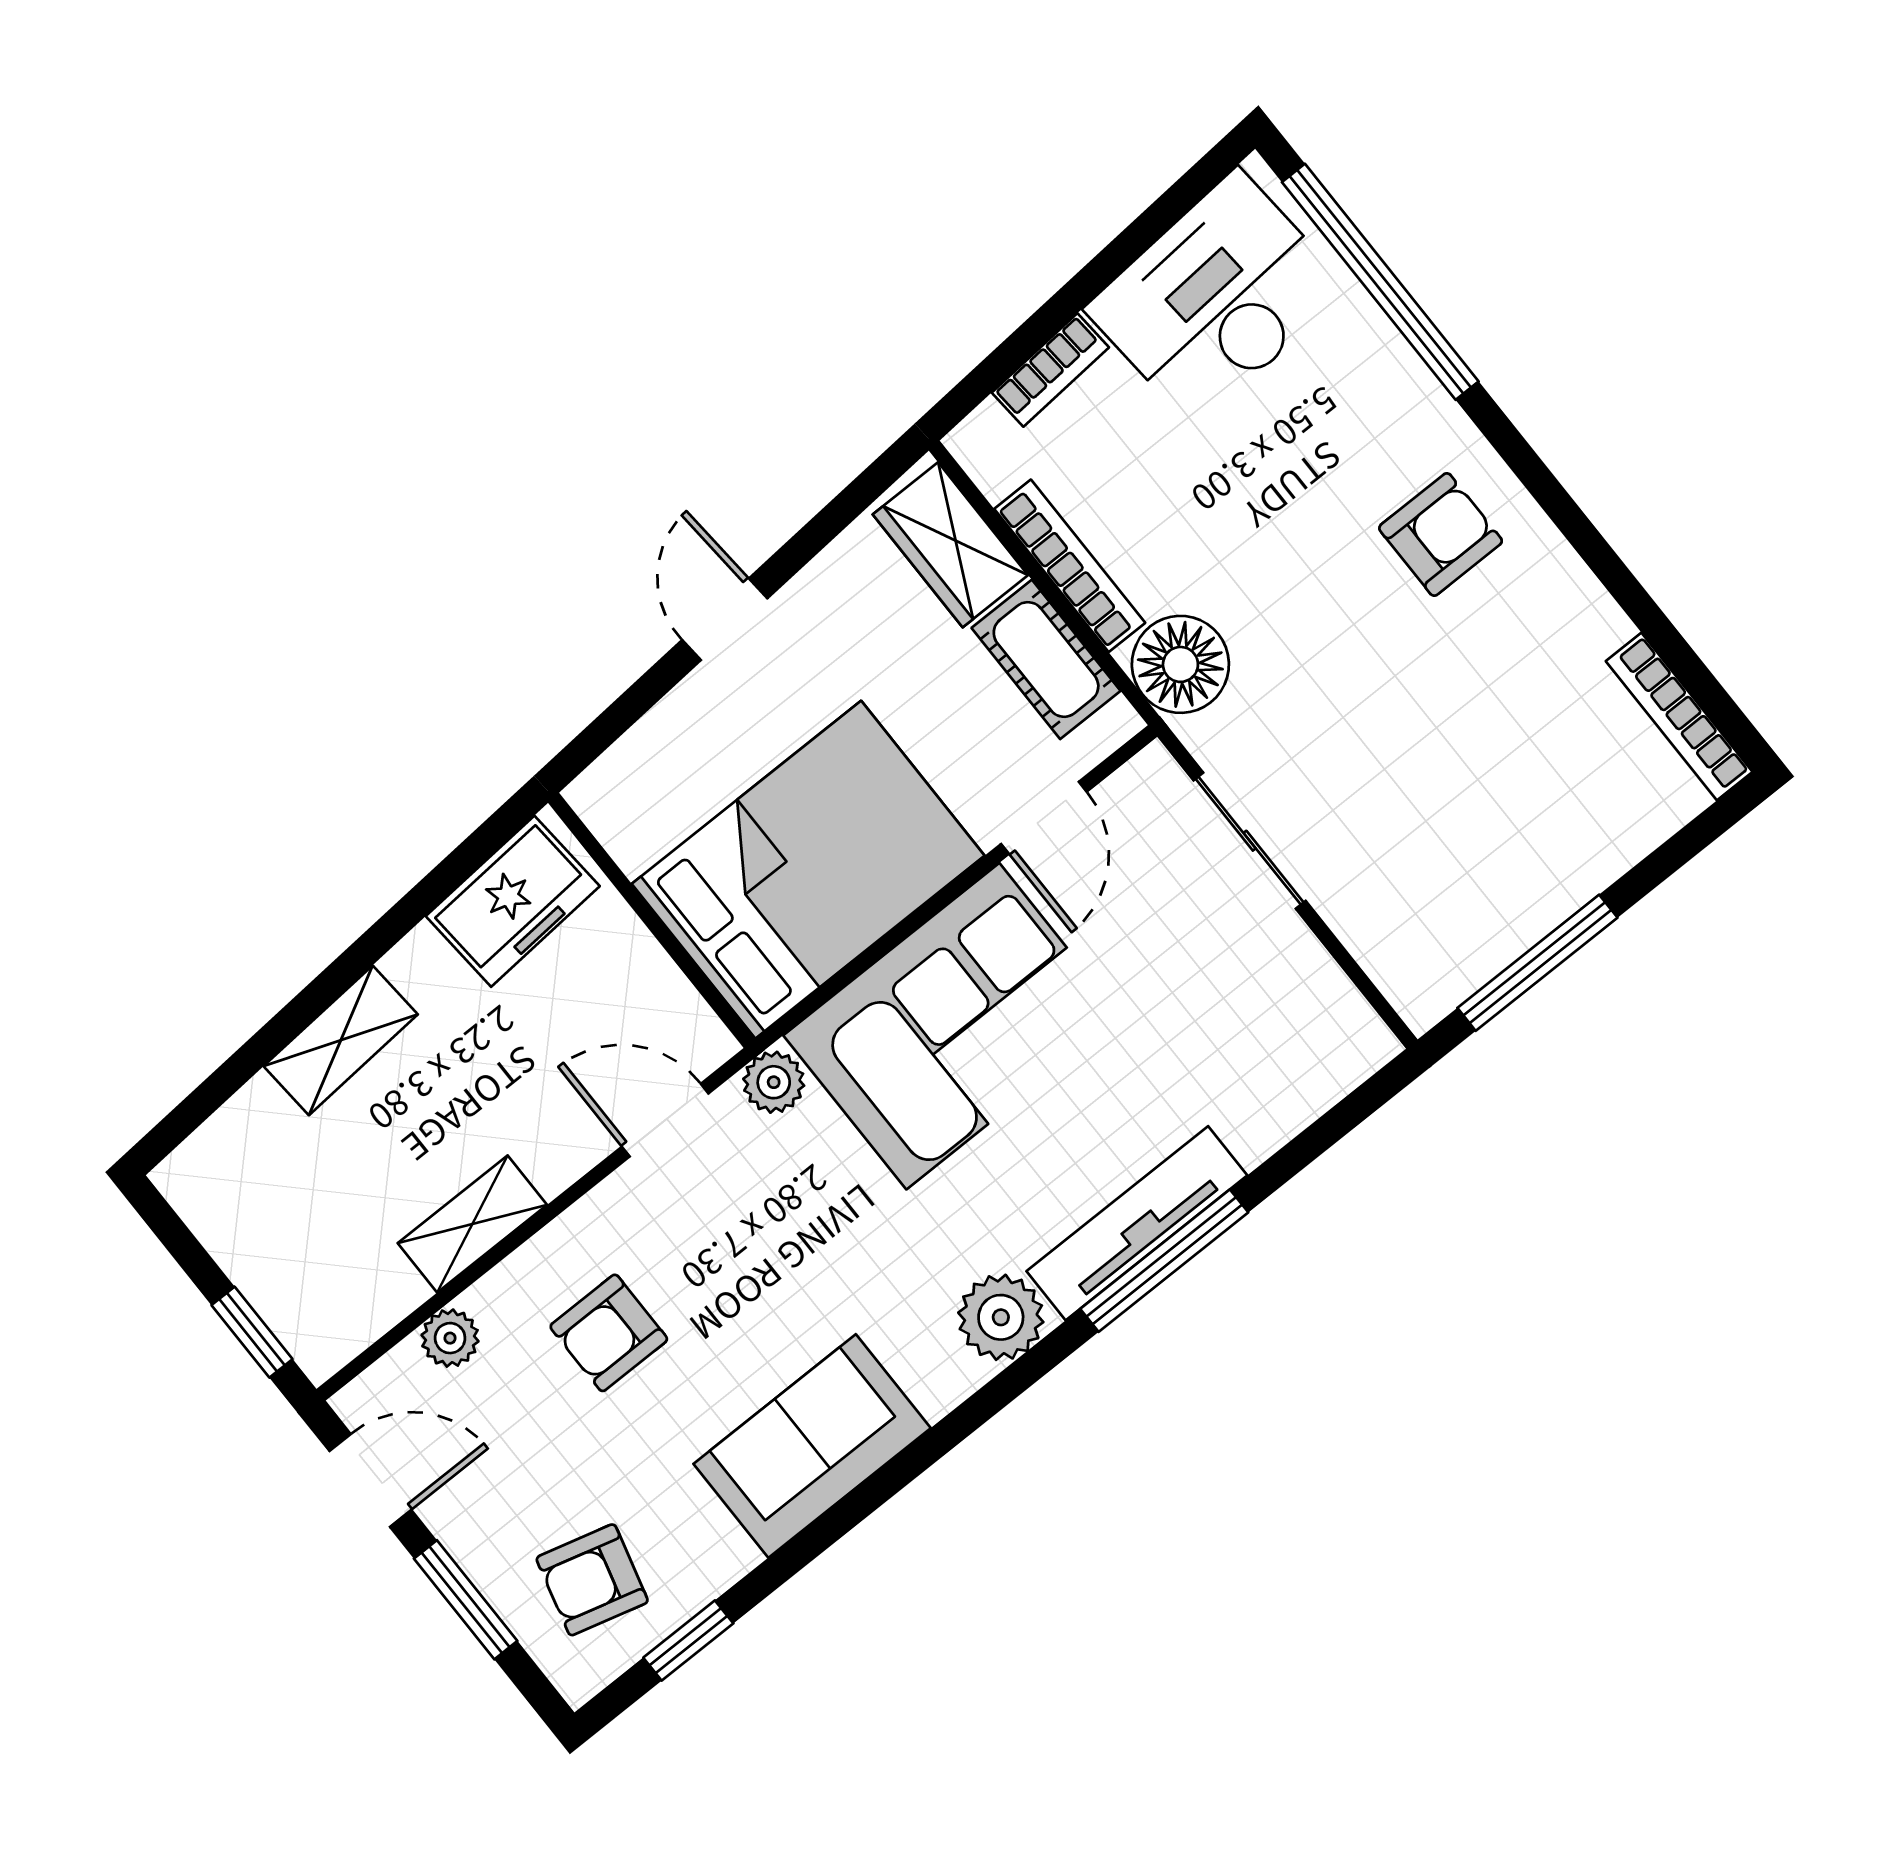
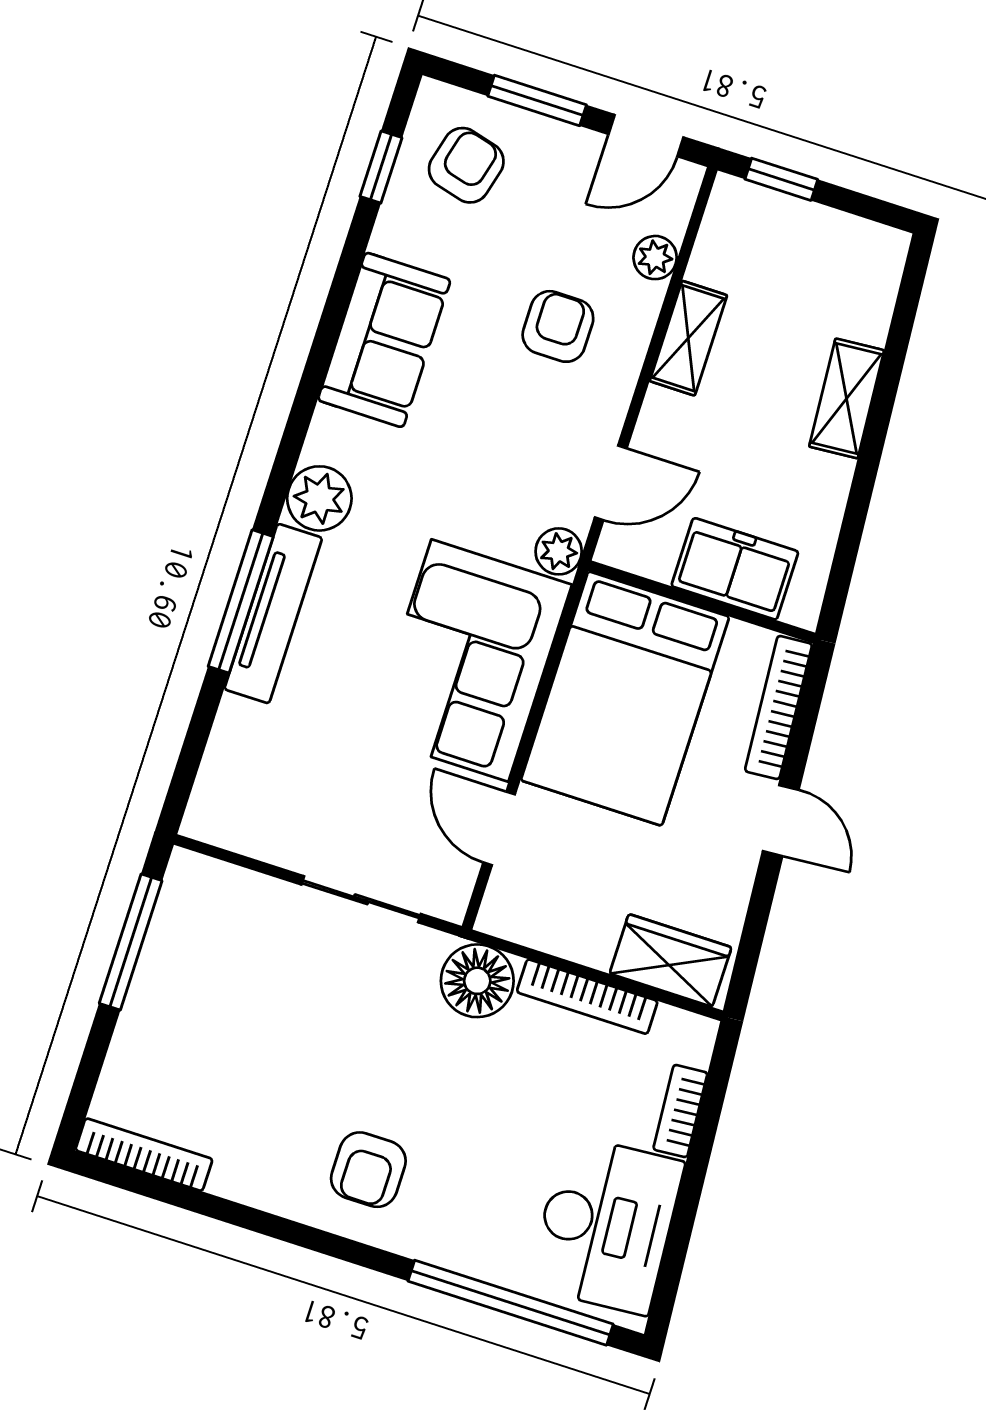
cot: (1046, 659) -> (563, 928), removed
bookcase: (644, 747) -> (779, 708), added
freezer: (513, 901) -> (735, 569), moved, turned 94

